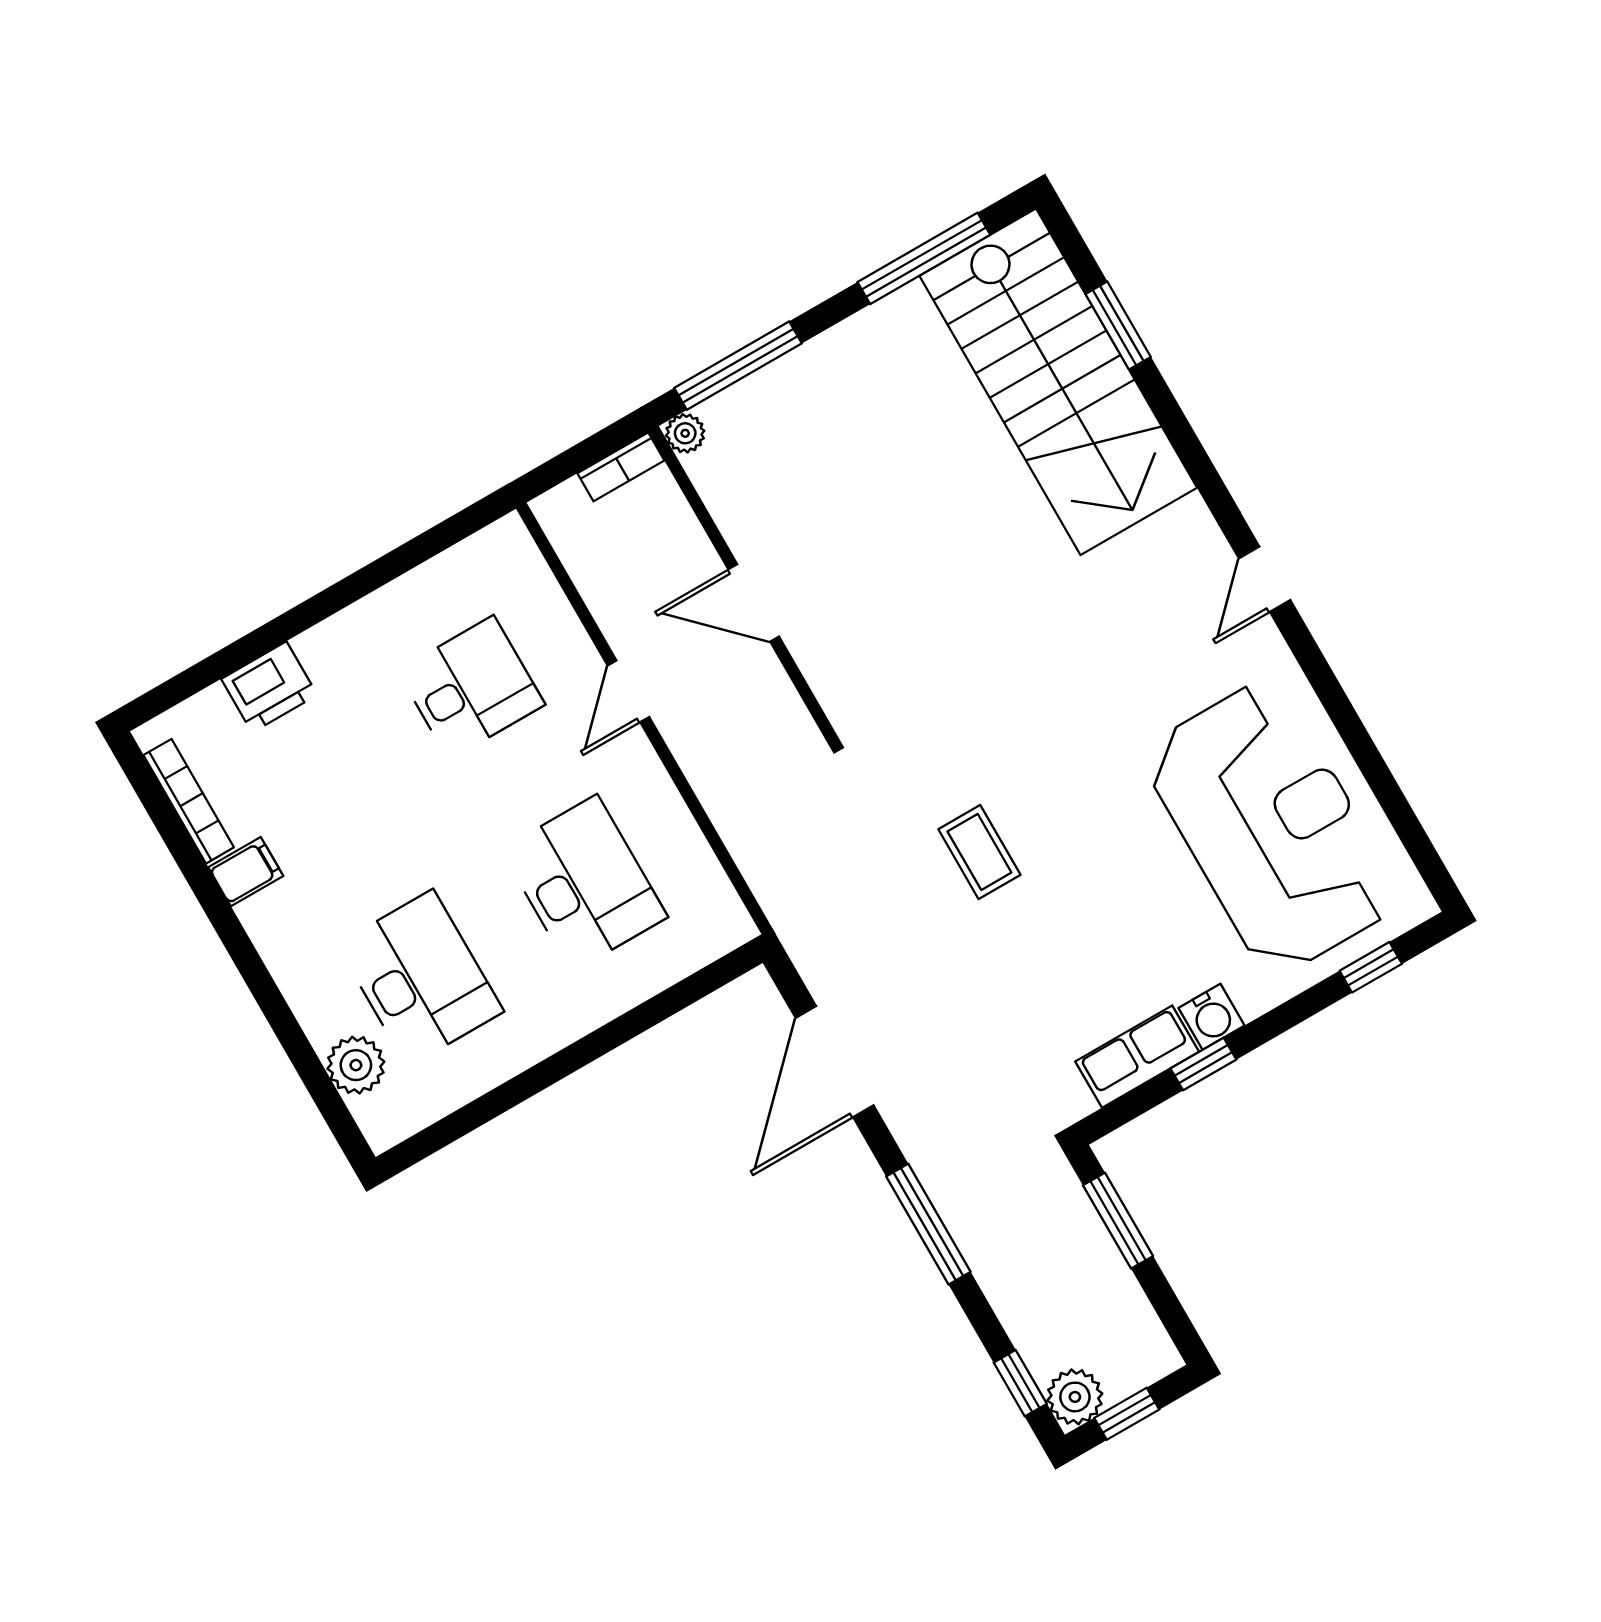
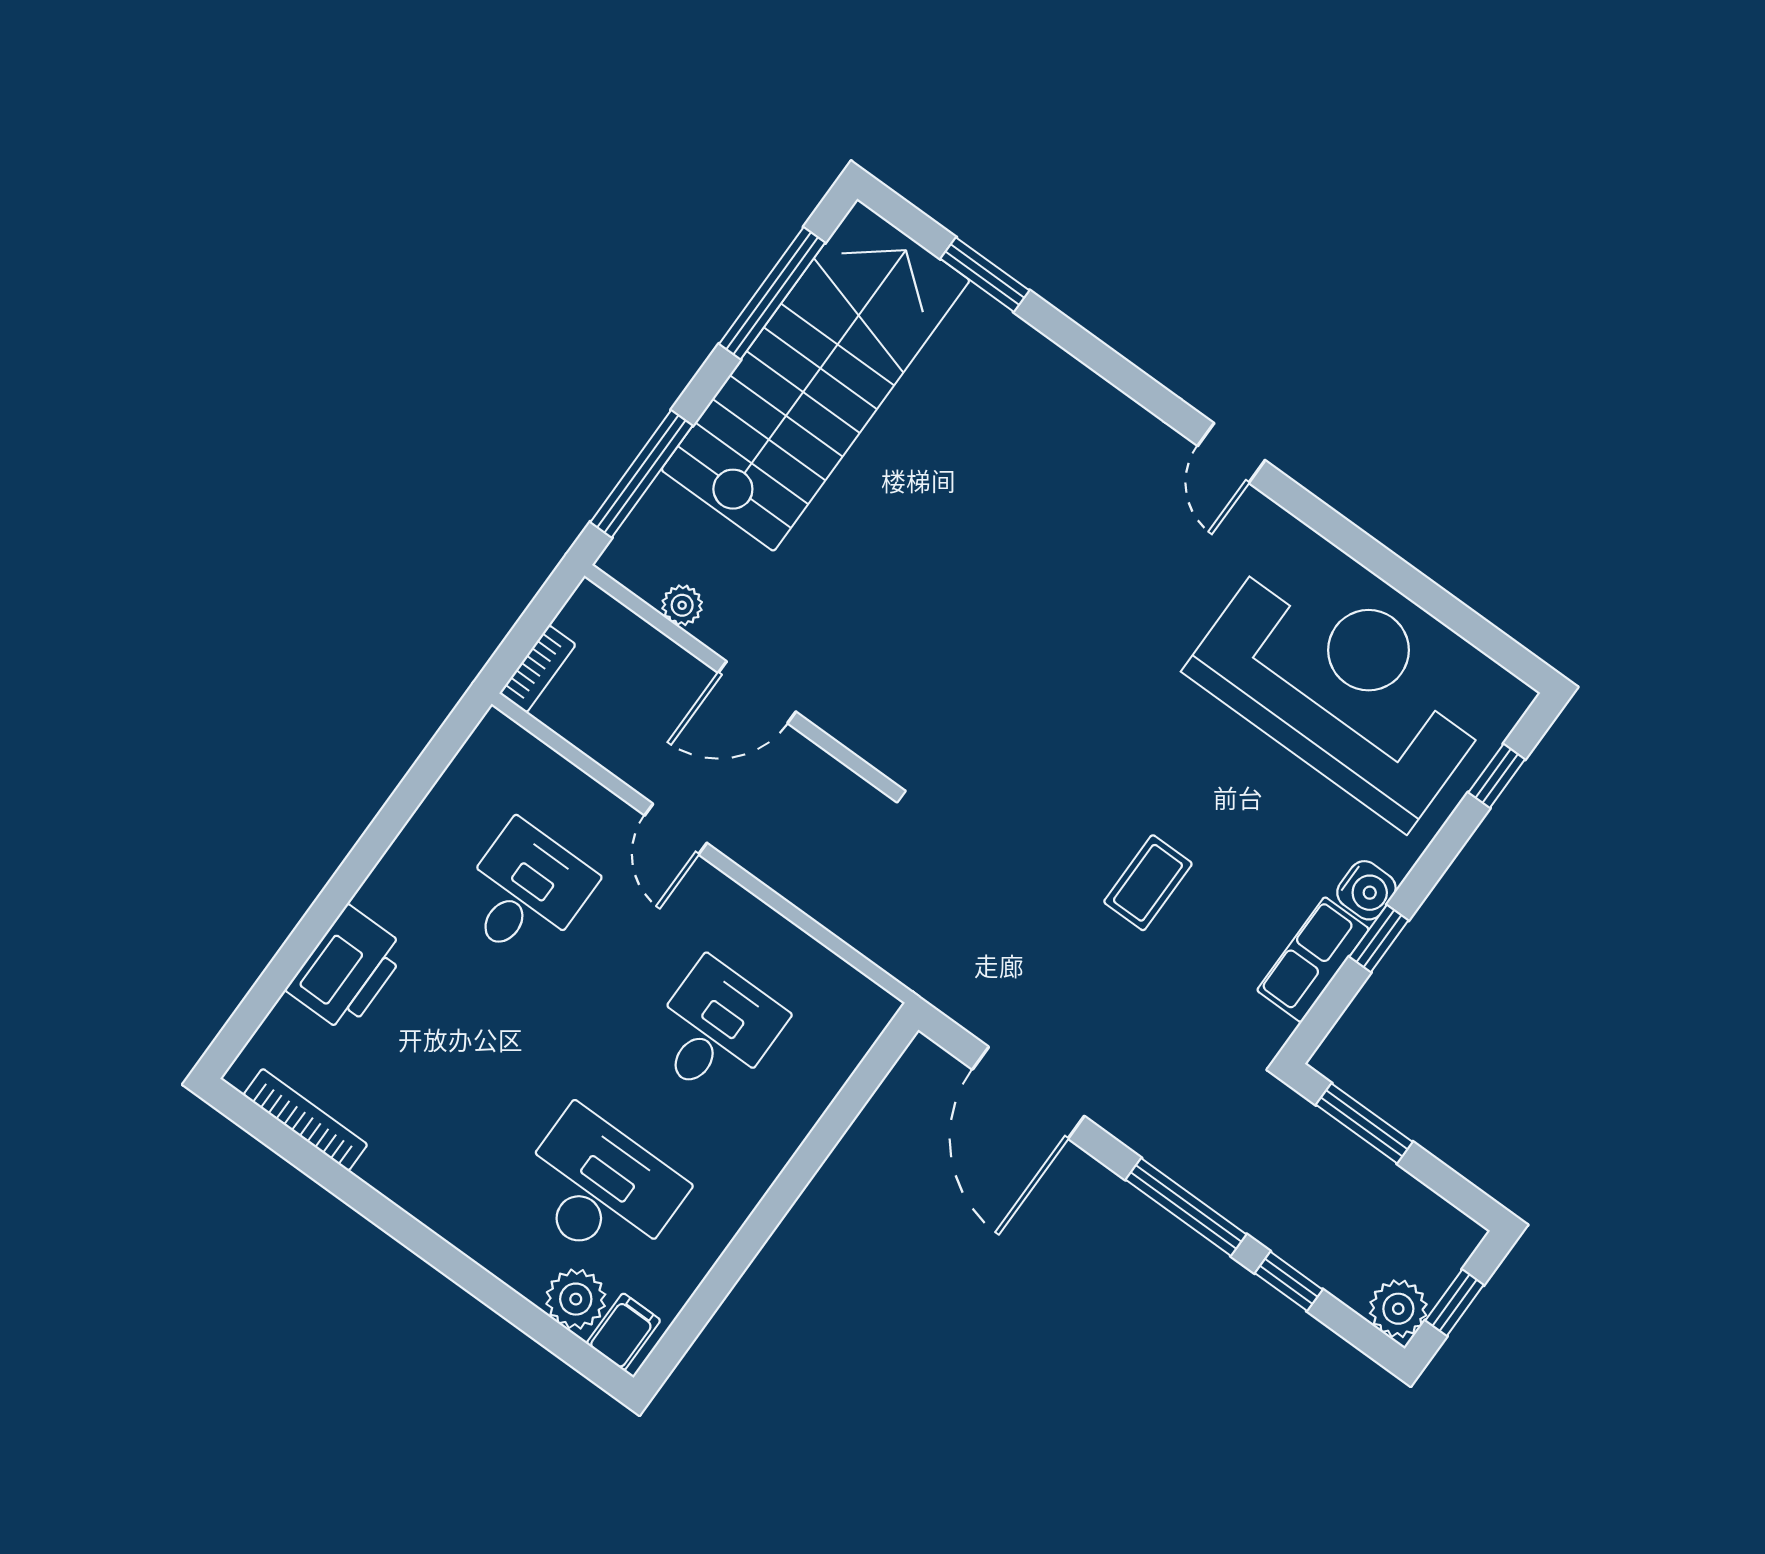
stairs: (1058, 382) -> (815, 375), moved, turned -90
plant: (685, 433) -> (682, 605), moved
bookcase: (621, 467) -> (538, 669), moved
printer: (269, 687) -> (347, 969), width x1.37, depth x1.19
coffee table: (979, 852) -> (1148, 883), moved, turned 90
filing cabinet: (246, 872) -> (623, 1332), moved
desk: (584, 883) -> (715, 1030), width x0.73
window: (1020, 1383) -> (1289, 1281), moved

